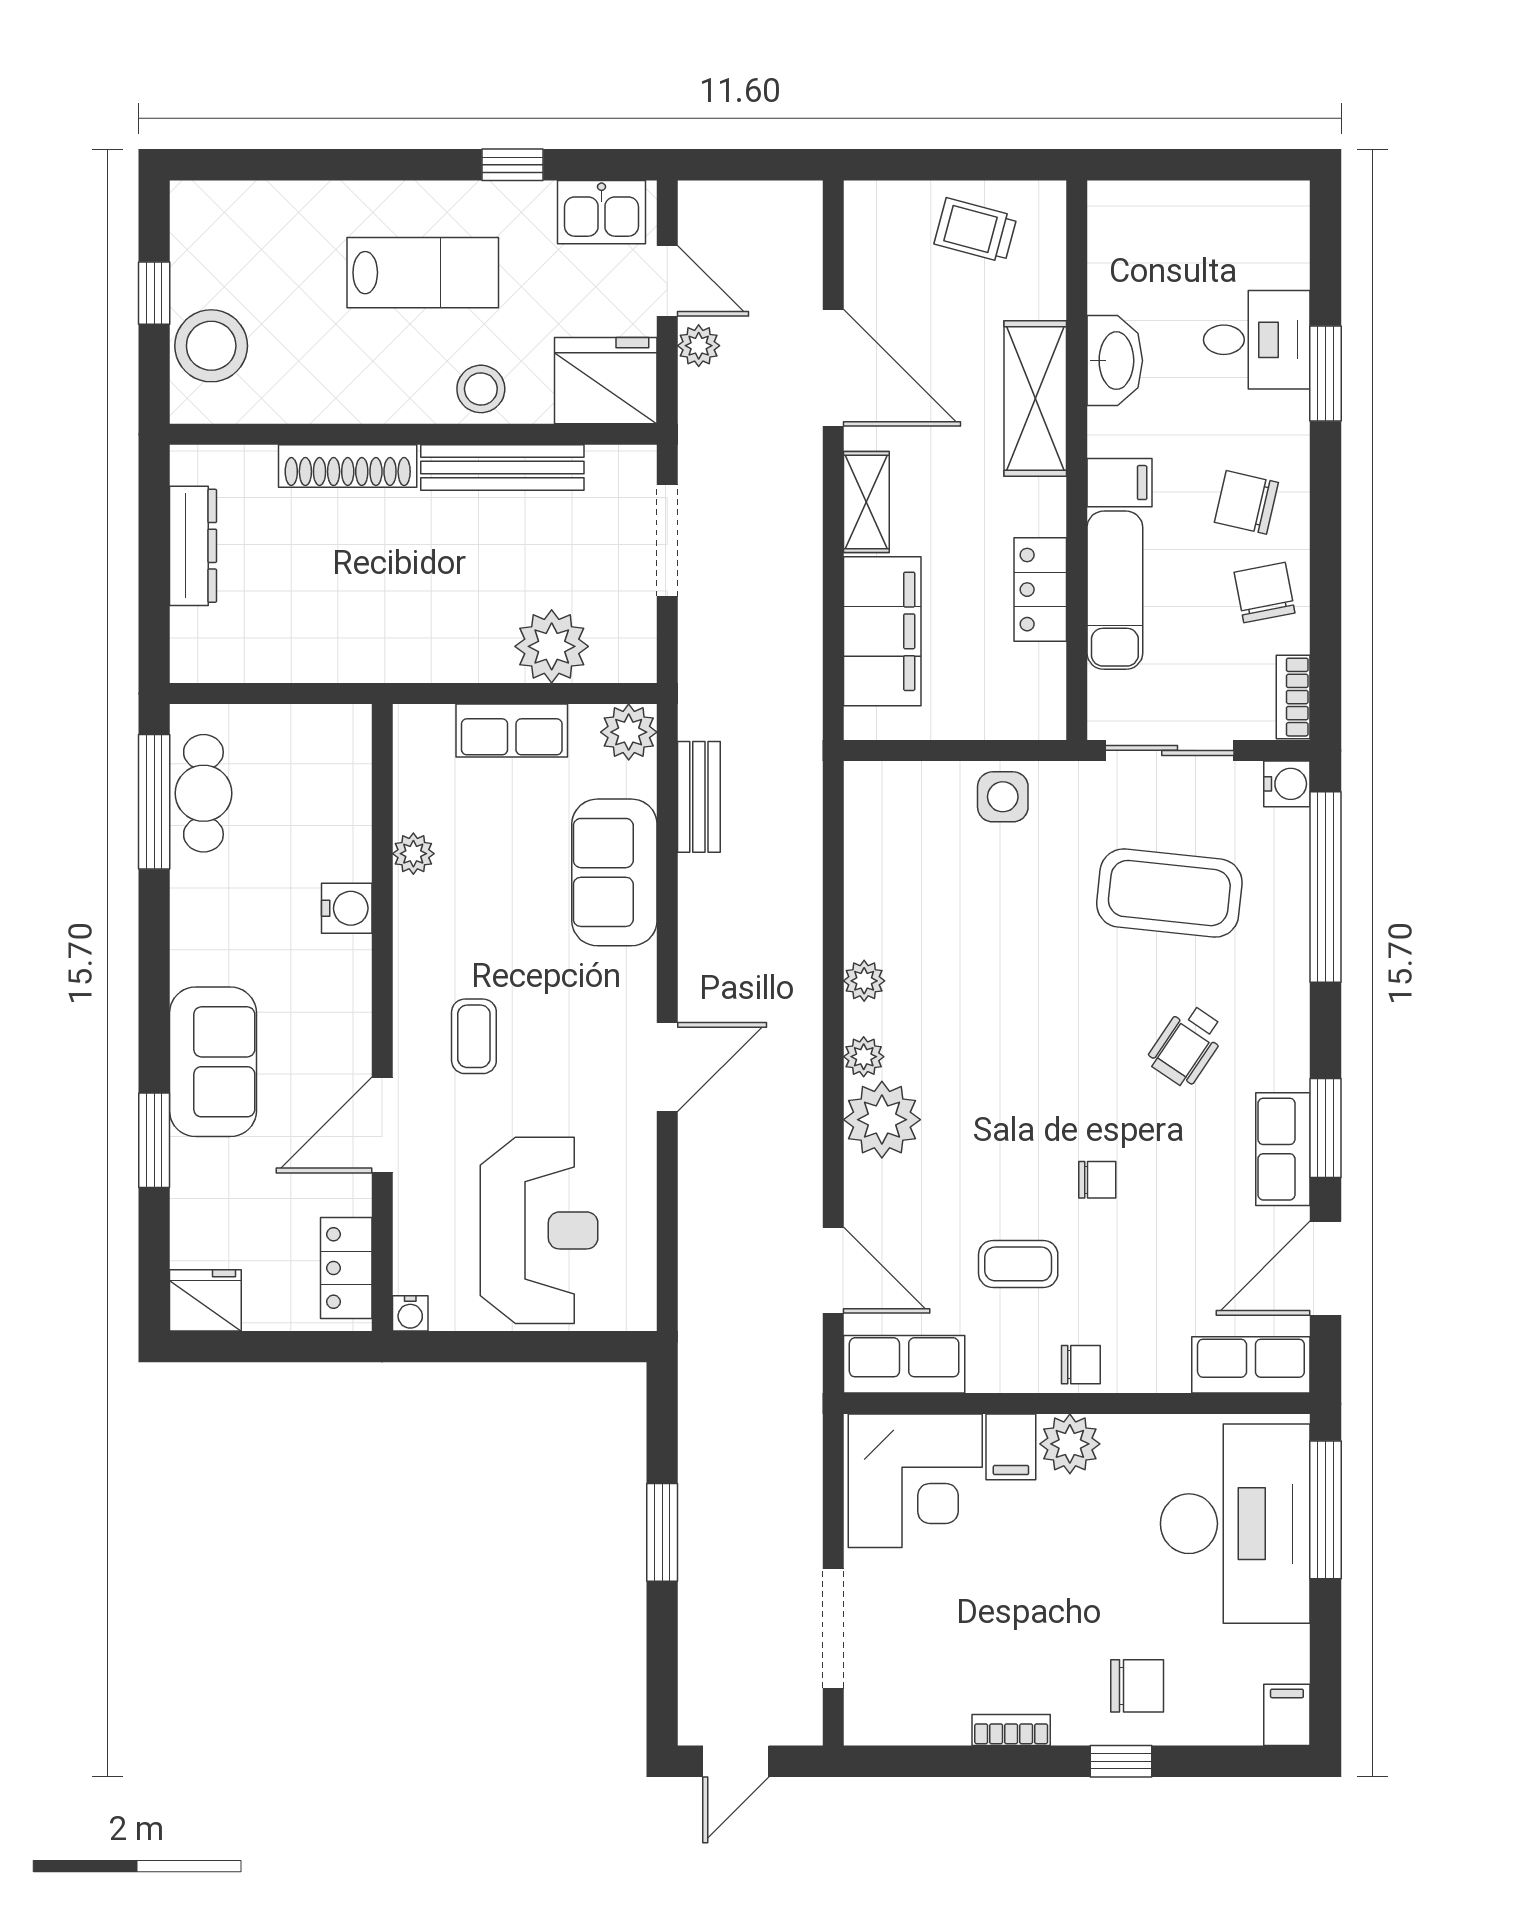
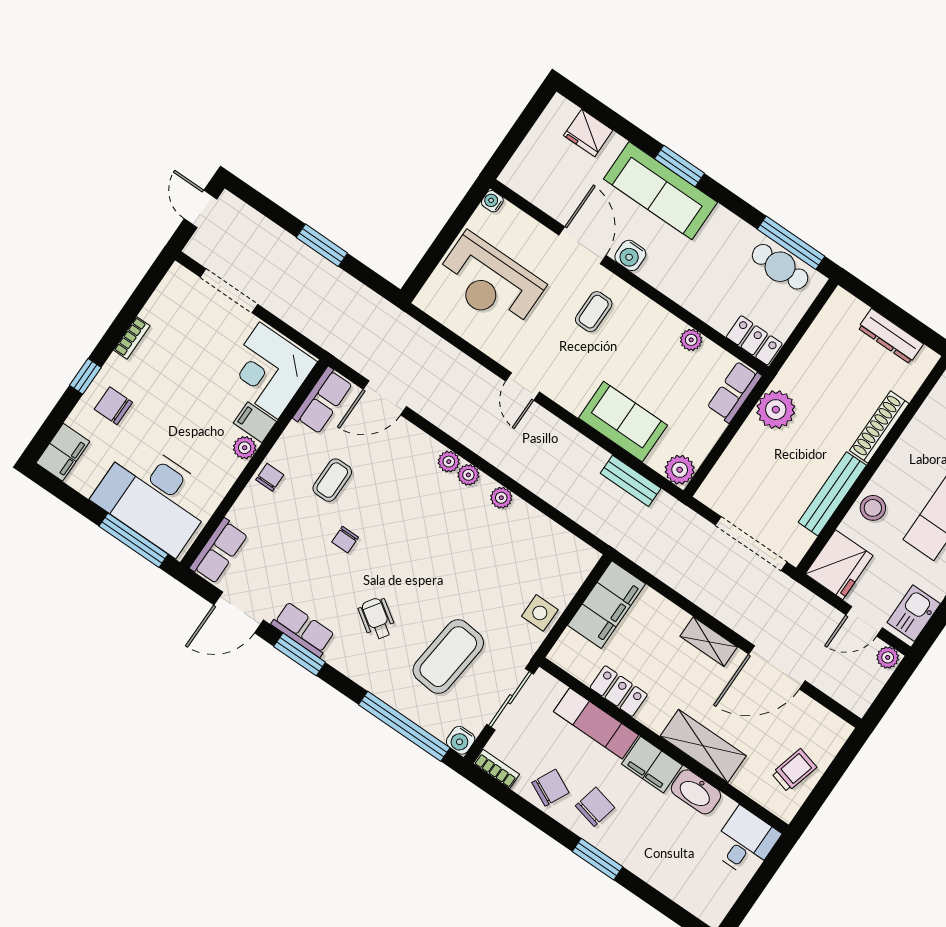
desk: (1257, 340) -> (745, 842), moved, turned 180
plant: (699, 346) -> (888, 657), moved
window: (1326, 373) -> (597, 859), moved
filing cabinet: (1119, 483) -> (652, 765), width x2.00
doorway: (667, 541) -> (751, 544), width x1.36
chair: (1265, 593) -> (550, 788), turned -53
filing cabinet: (882, 631) -> (607, 605), moved, turned -90
plant: (552, 646) -> (776, 410), moved
row of seats: (512, 730) -> (734, 392), moved
water cooler: (347, 908) -> (630, 255), moved
coffee table: (474, 1036) -> (594, 312), turned 90
sofa: (213, 1062) -> (660, 191), width x1.36
door: (667, 1067) -> (523, 386), width x0.73
plant: (882, 1120) -> (449, 462), width x0.53, depth x0.53
window: (154, 1140) -> (679, 166), moved
locker: (346, 1268) -> (754, 340), moved
door: (1326, 1268) -> (239, 612), swing flipped
fridge: (205, 1300) -> (588, 133), moved, turned 90
chair: (1081, 1365) -> (270, 477), turned 180
plant: (1070, 1444) -> (245, 448), width x0.73, depth x0.73
chair: (1137, 1686) -> (113, 406), turned 90
filing cabinet: (1287, 1715) -> (63, 452), width x2.00

